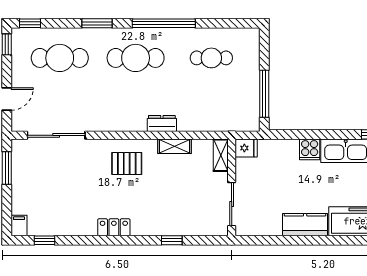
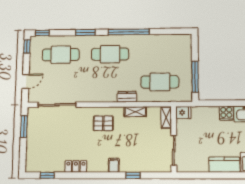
cafe table: (211, 58) -> (160, 82), moved, width x1.37, depth x1.35
filing cabinet: (19, 225) -> (114, 165), moved
locker: (114, 227) -> (76, 166), moved

